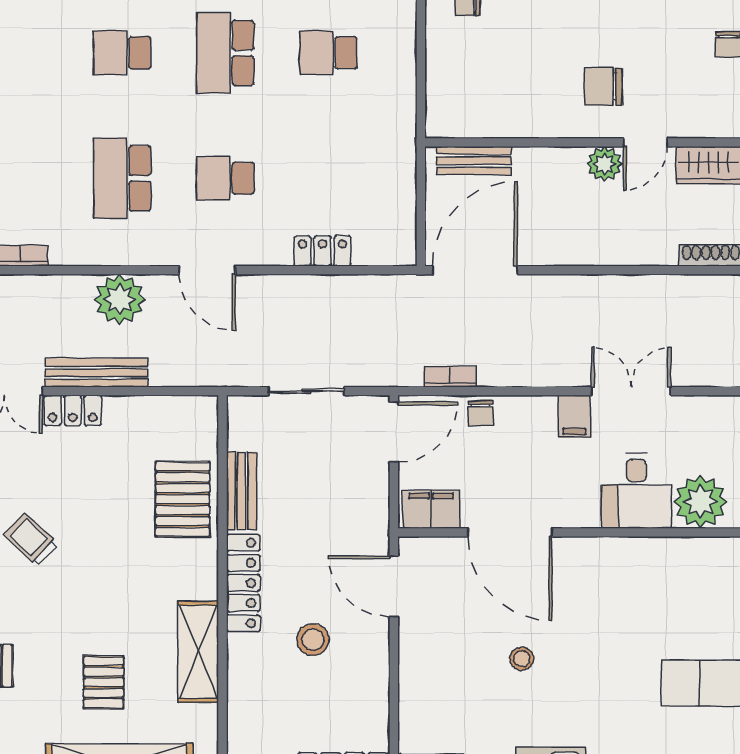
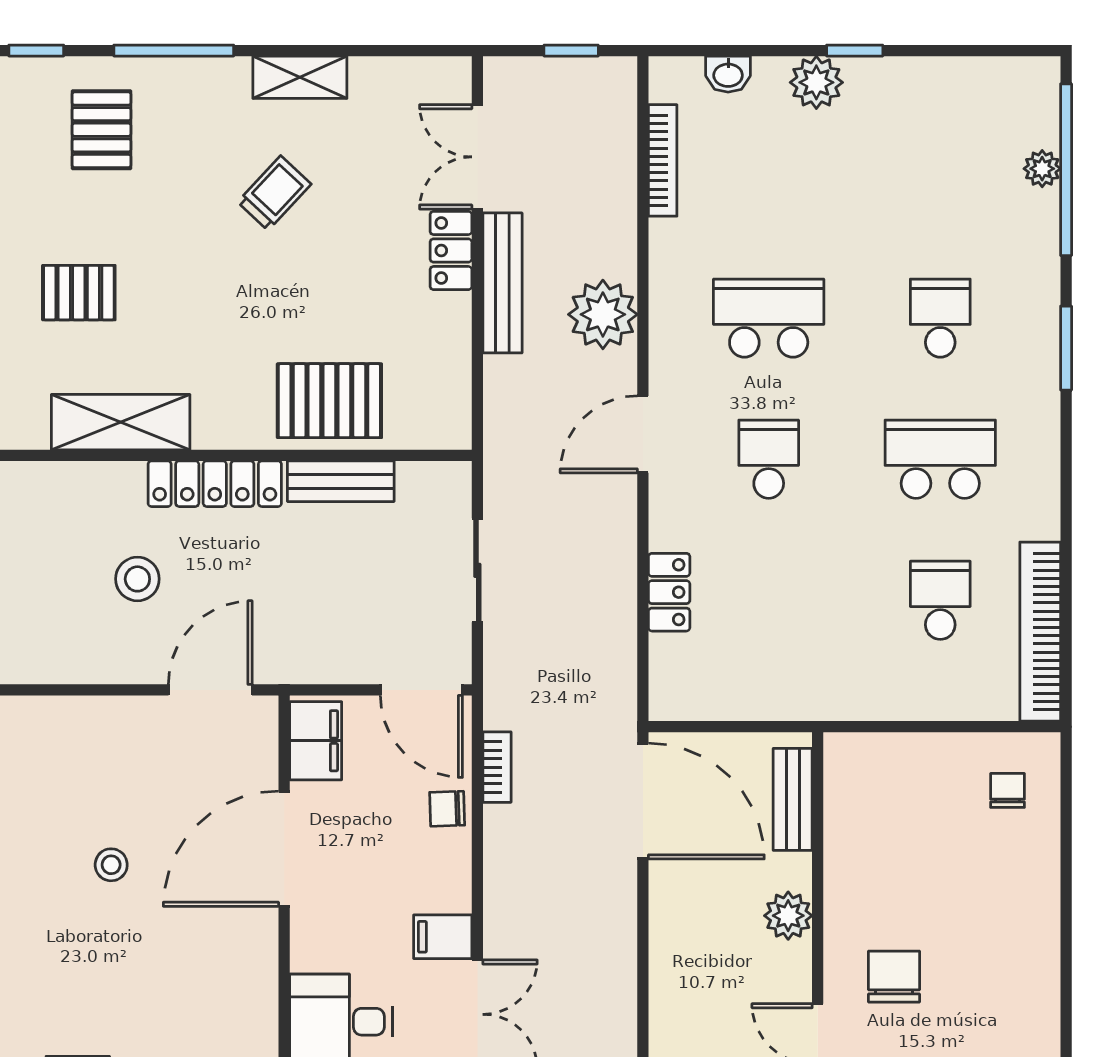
plant: (605, 164) -> (788, 916), moved

